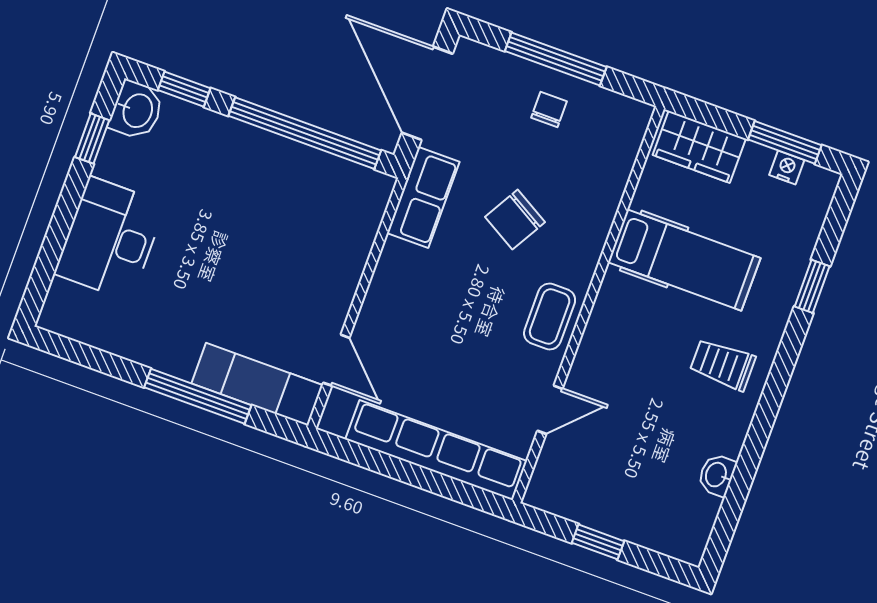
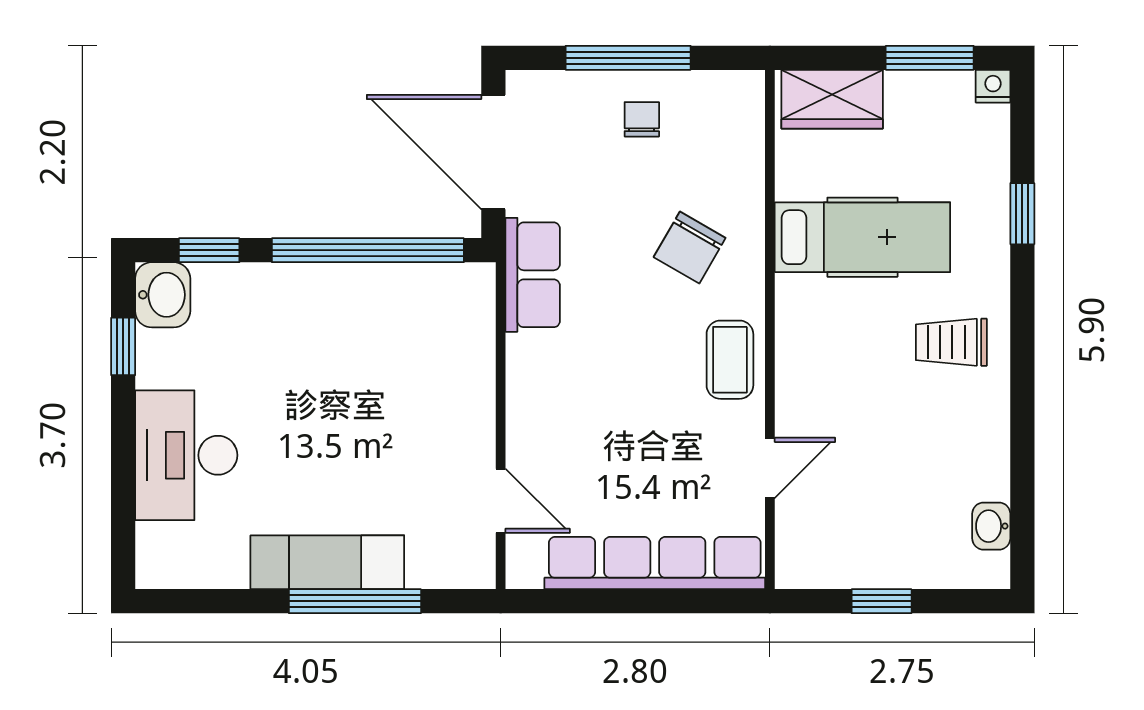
nightstand: (787, 167) -> (993, 86), moved
chair: (515, 220) -> (690, 248), moved
exam couch: (257, 384) -> (327, 562), moved
washbasin: (717, 475) -> (991, 526), moved

